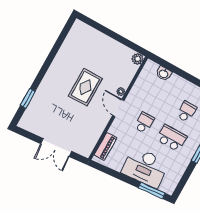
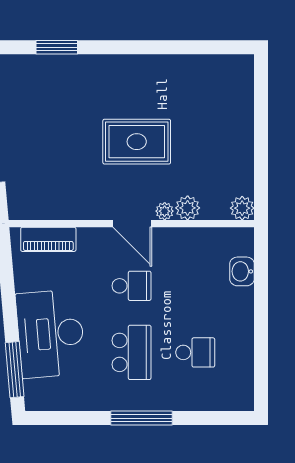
plant: (125, 81) -> (188, 208), added
door: (118, 108) -> (132, 224), swing flipped

